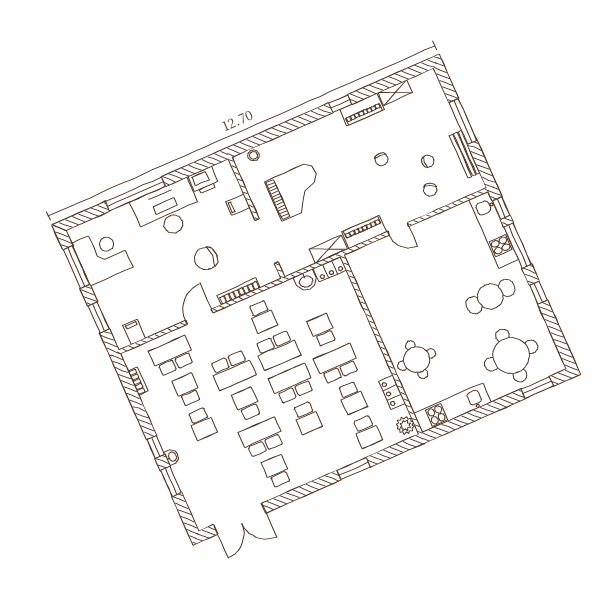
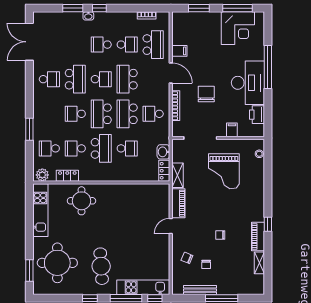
filing cabinet: (134, 332) -> (179, 51), moved
school desk: (292, 384) -> (101, 114), turned 180

